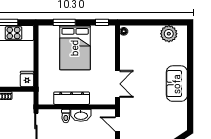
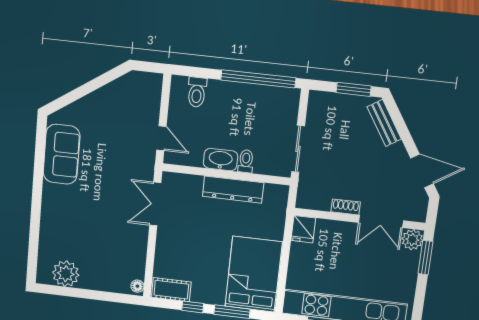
window: (102, 22) -> (193, 307), moved
cot: (103, 32) -> (171, 290), added
bed: (75, 48) -> (254, 274), moved
sofa: (177, 84) -> (62, 154), moved

